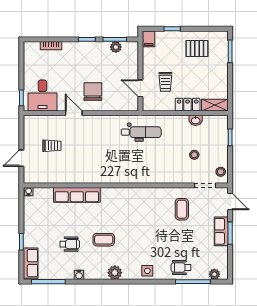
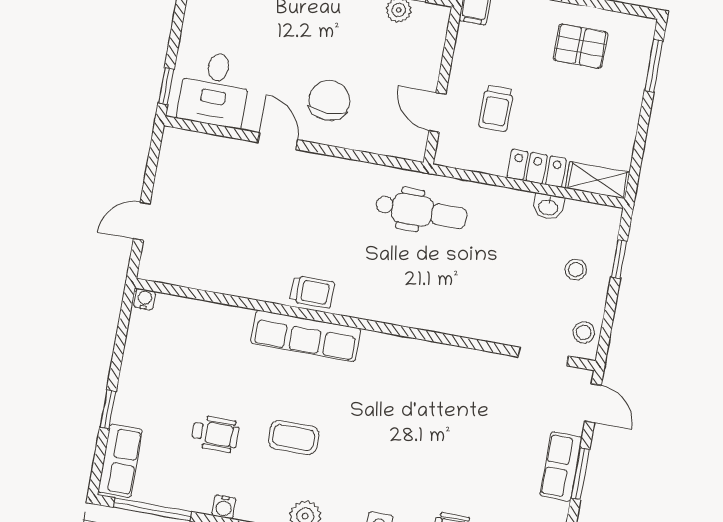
trolley: (52, 146) -> (312, 292), moved
stool: (194, 155) -> (576, 270), moved
row of seats: (77, 195) -> (306, 336), moved
coffee table: (182, 209) -> (481, 401), removed

